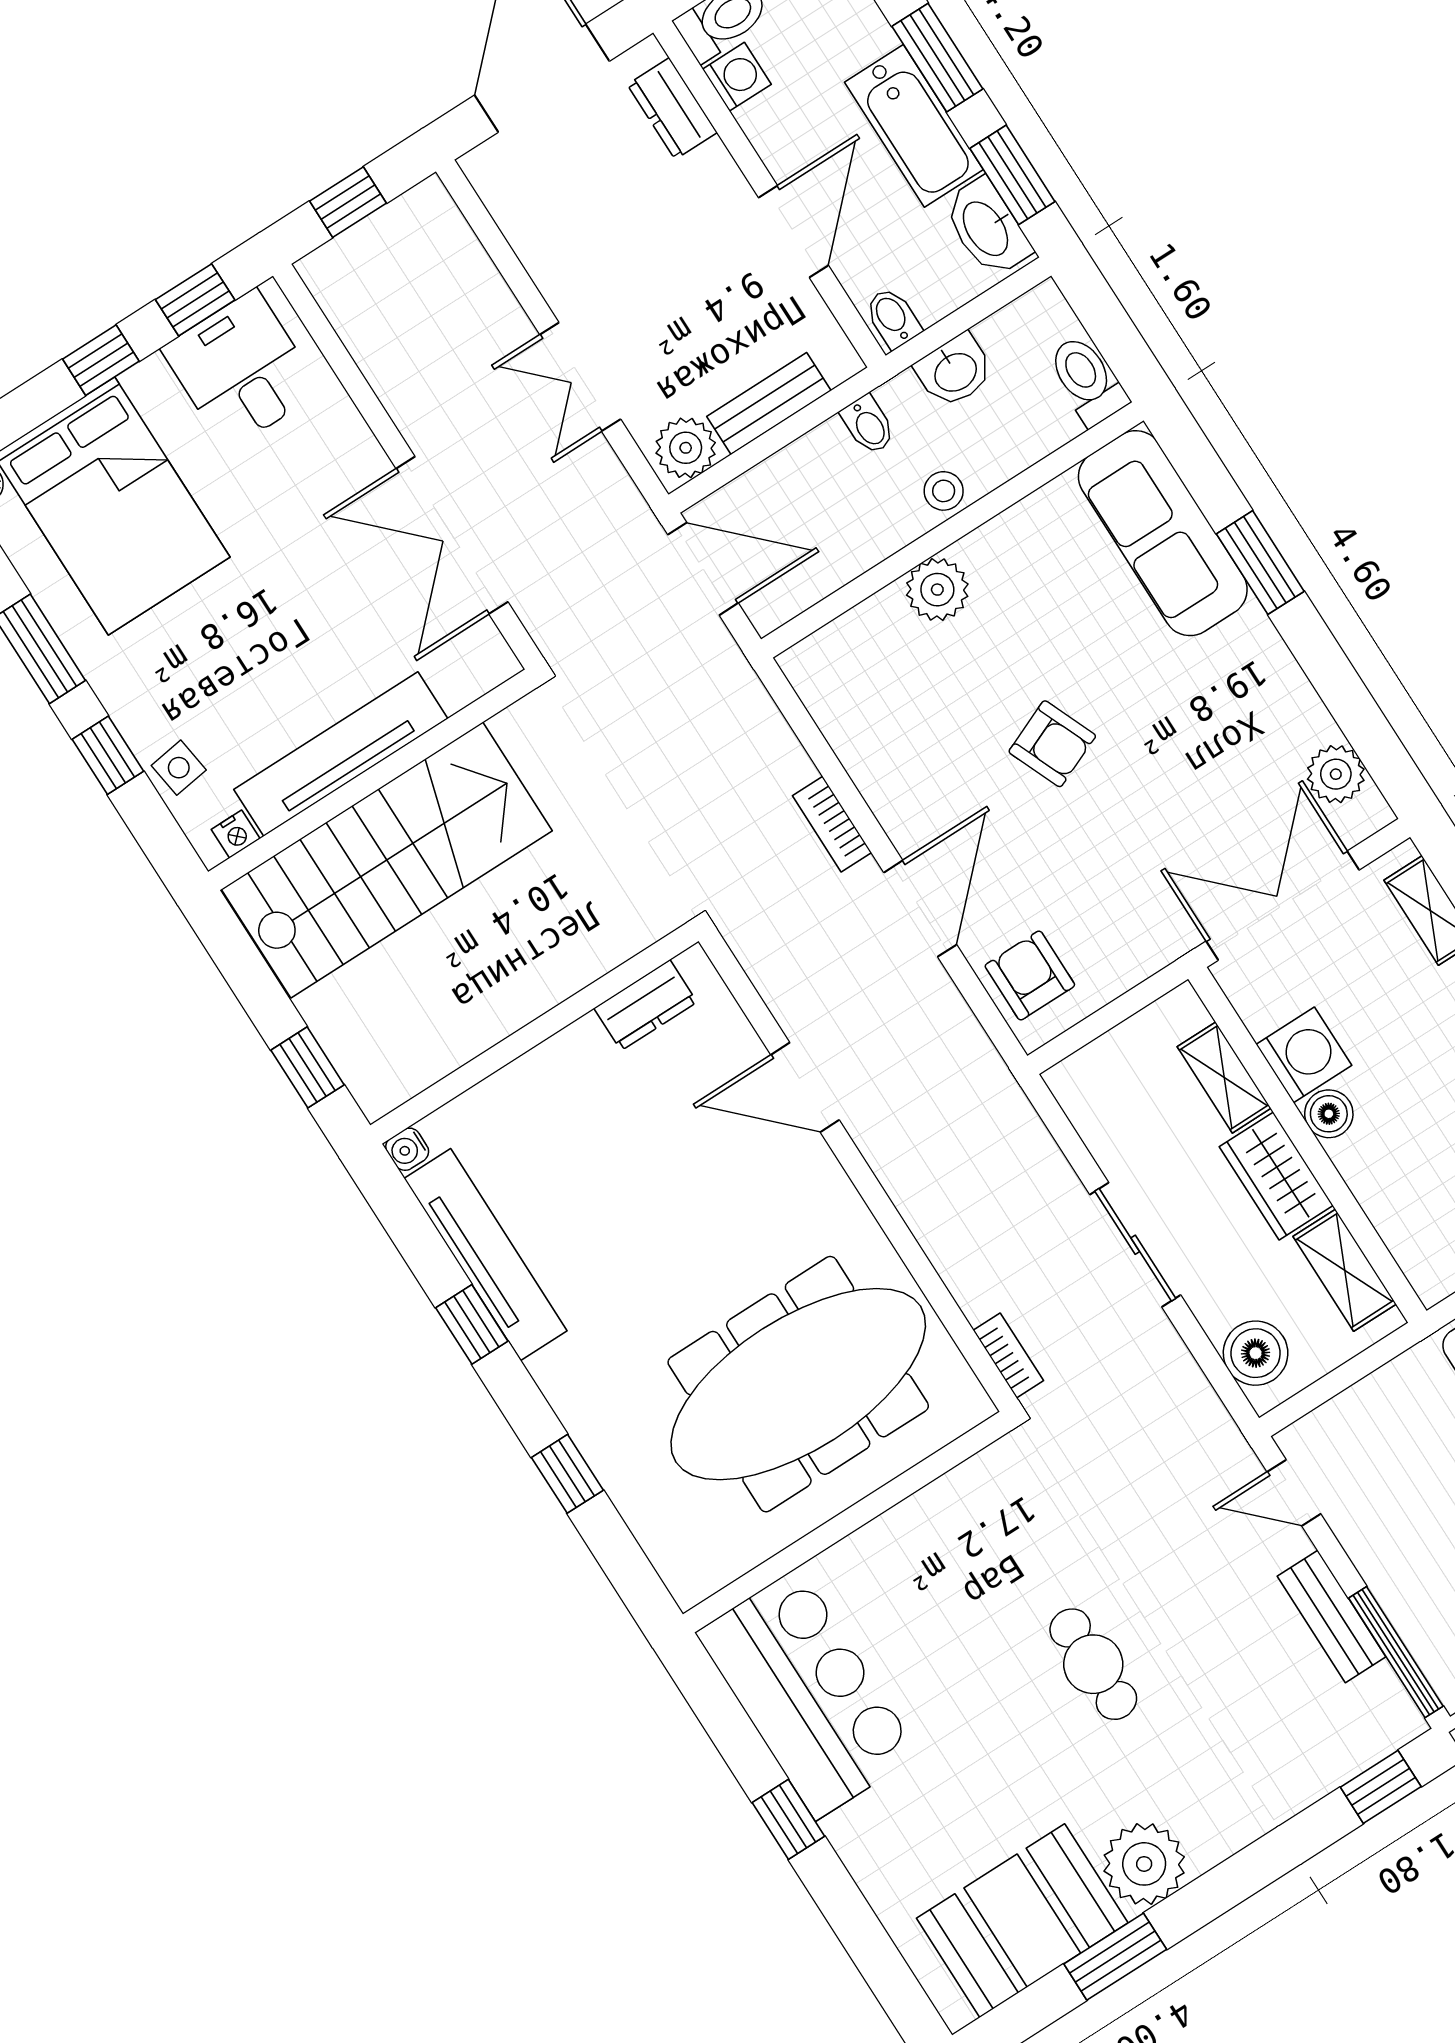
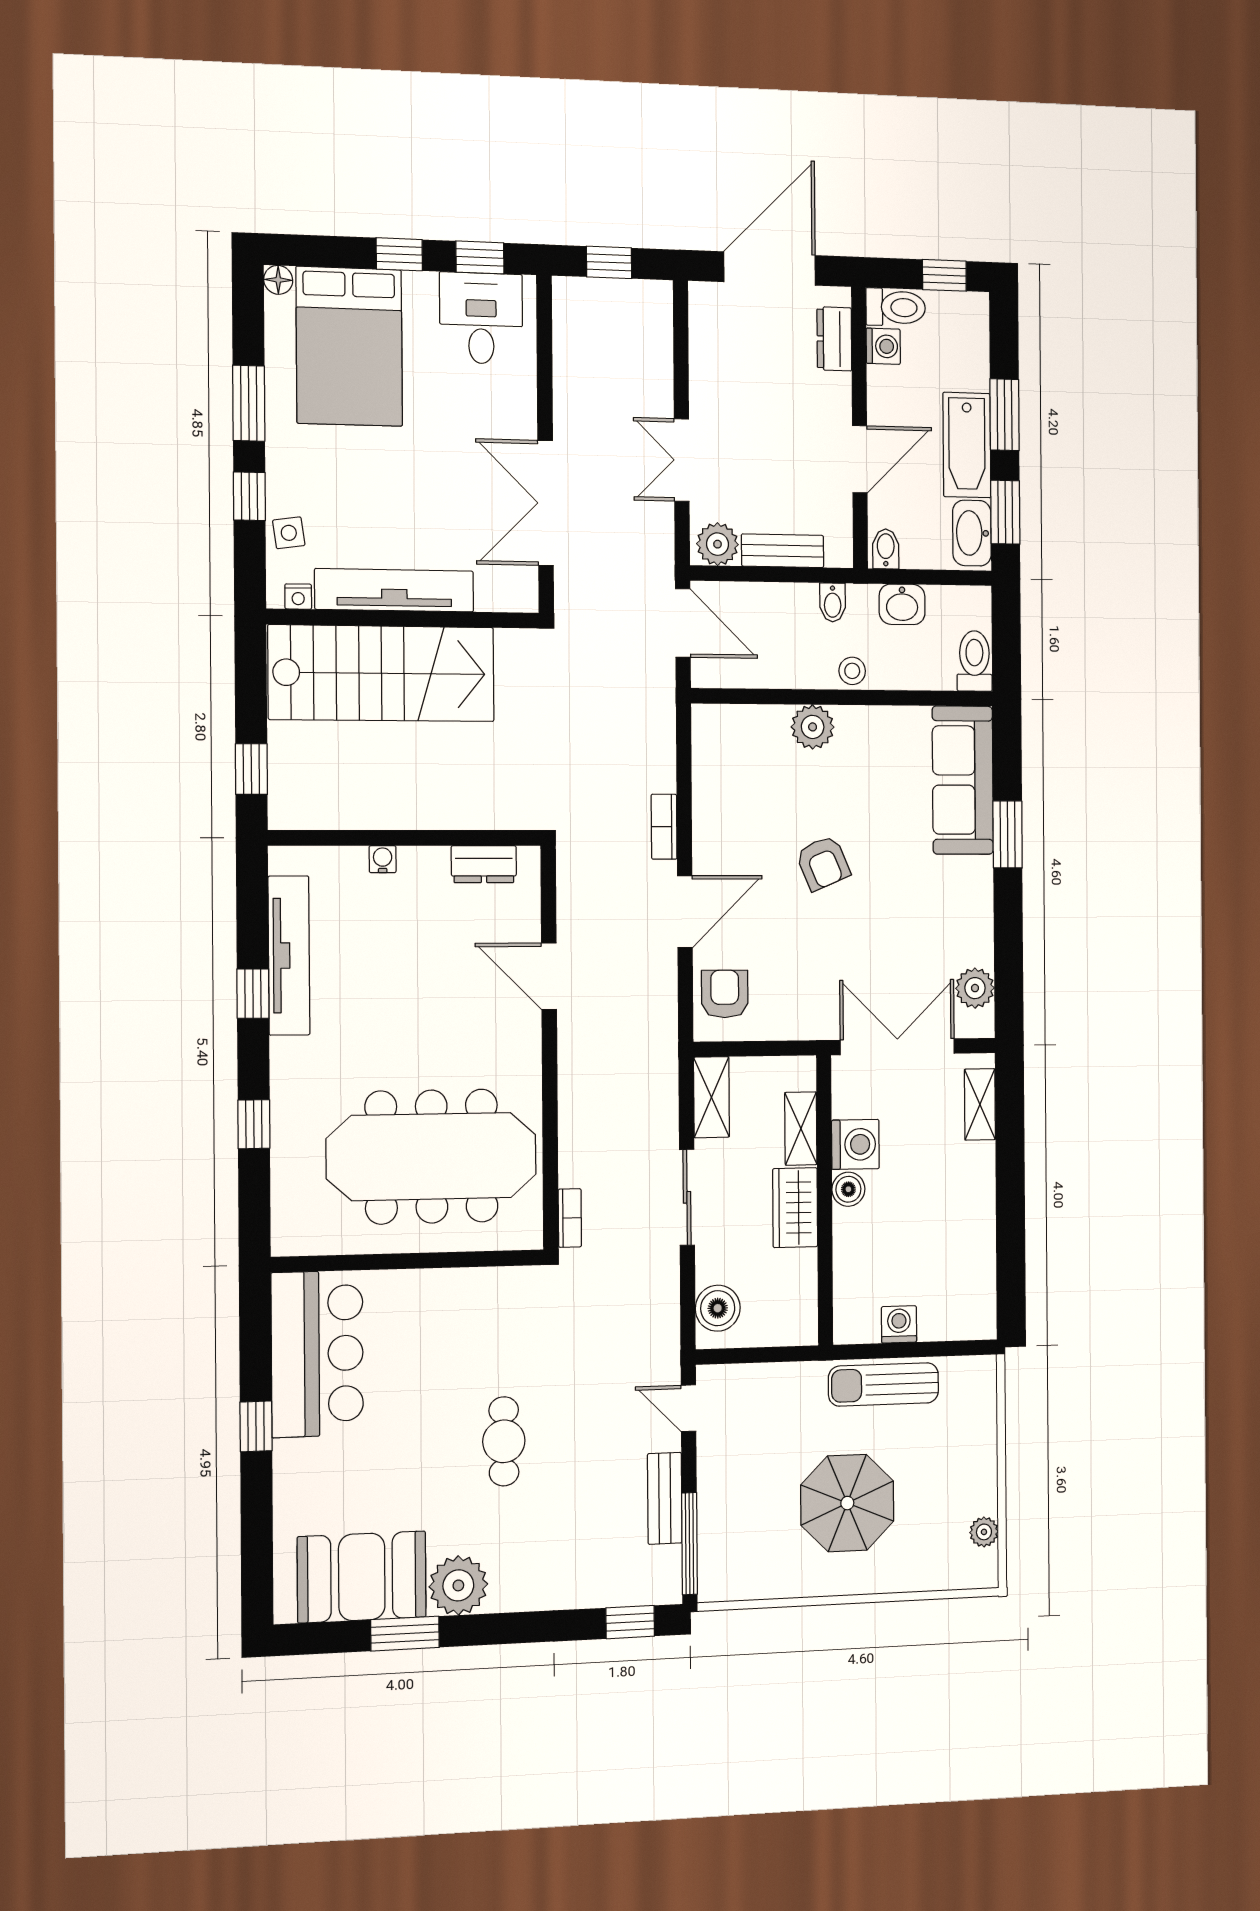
water cooler: (407, 1149) -> (383, 859), moved, turned 90
shelving: (1345, 1270) -> (711, 1097), moved

